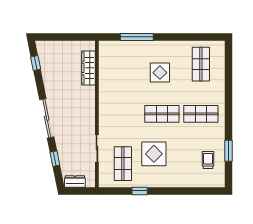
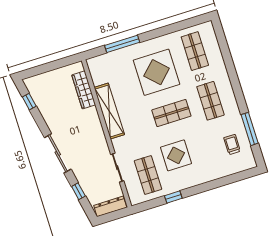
display table: (160, 73) -> (157, 72), width x1.86, depth x1.86
shelving: (106, 94) -> (109, 111), added
shop shelf: (201, 114) -> (210, 101), turned 90
window: (228, 151) -> (250, 129), width x1.44
dresser: (75, 181) -> (110, 206), width x1.44

